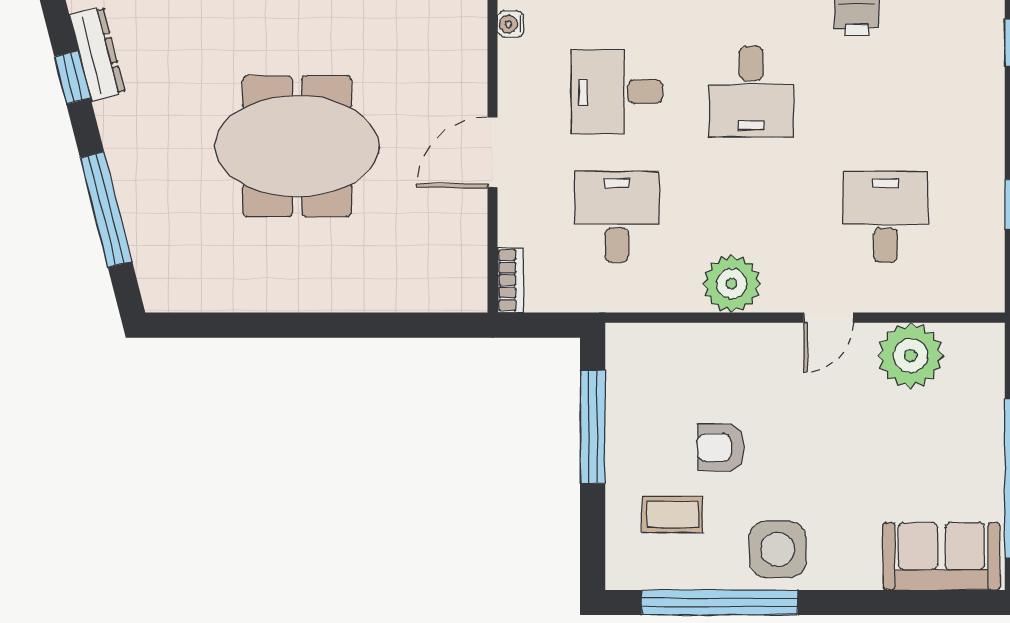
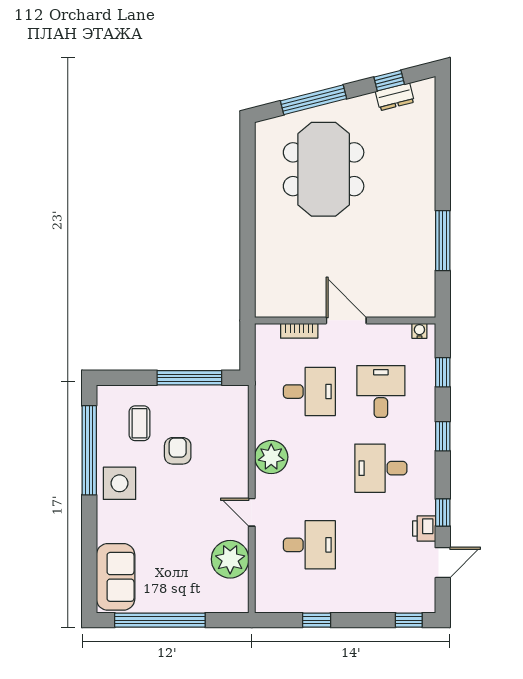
dresser: (97, 54) -> (395, 97), width x0.70
meeting table: (297, 146) -> (324, 169), moved
bookcase: (510, 280) -> (299, 331), moved

